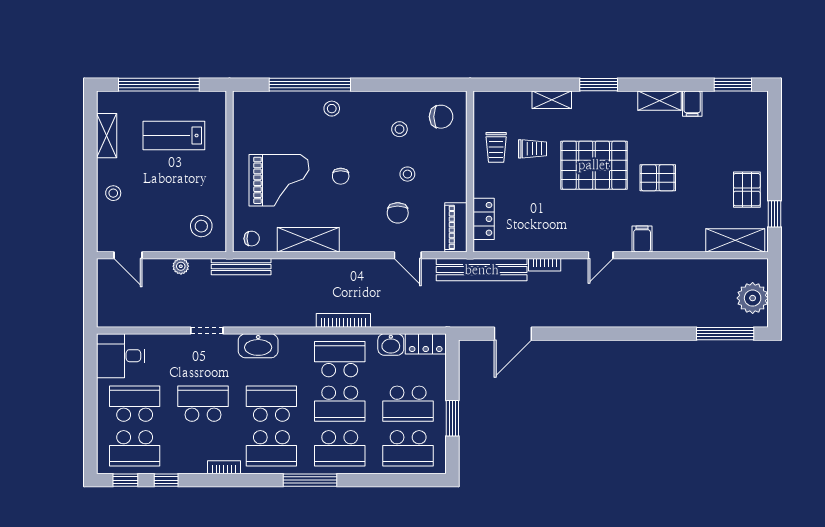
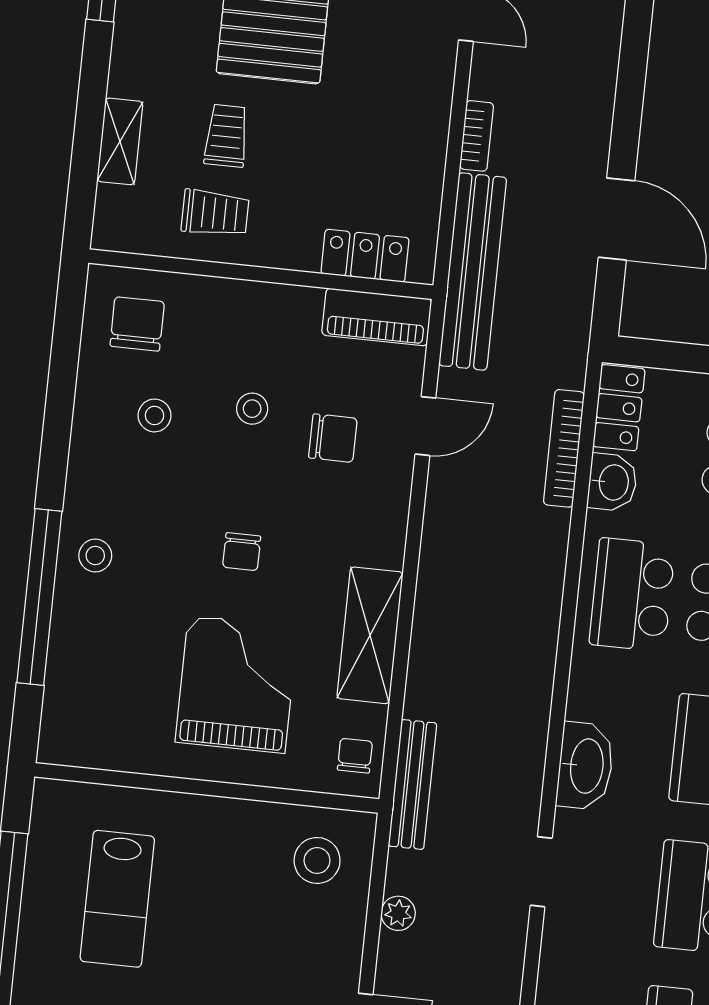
shelving: (552, 100) -> (120, 141), moved
chair: (341, 176) -> (242, 552), turned 90
bookcase: (343, 320) -> (564, 448), moved

